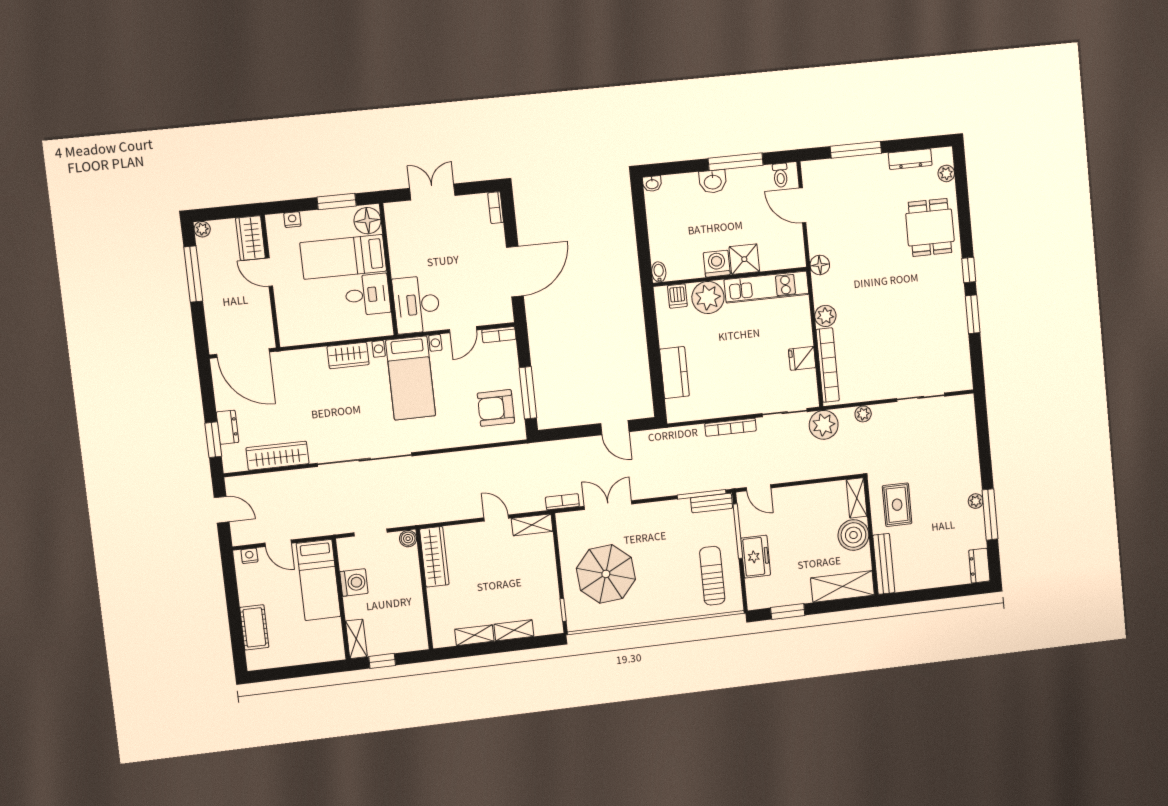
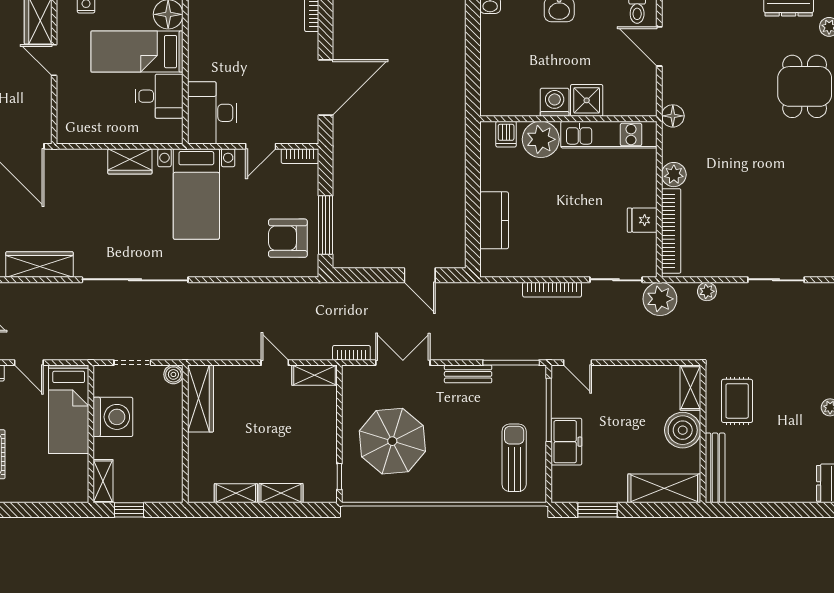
bidet: (659, 272) -> (488, 105), removed
bench: (712, 503) -> (468, 374), moved
washing machine: (354, 583) -> (113, 417), width x1.37, depth x1.37

